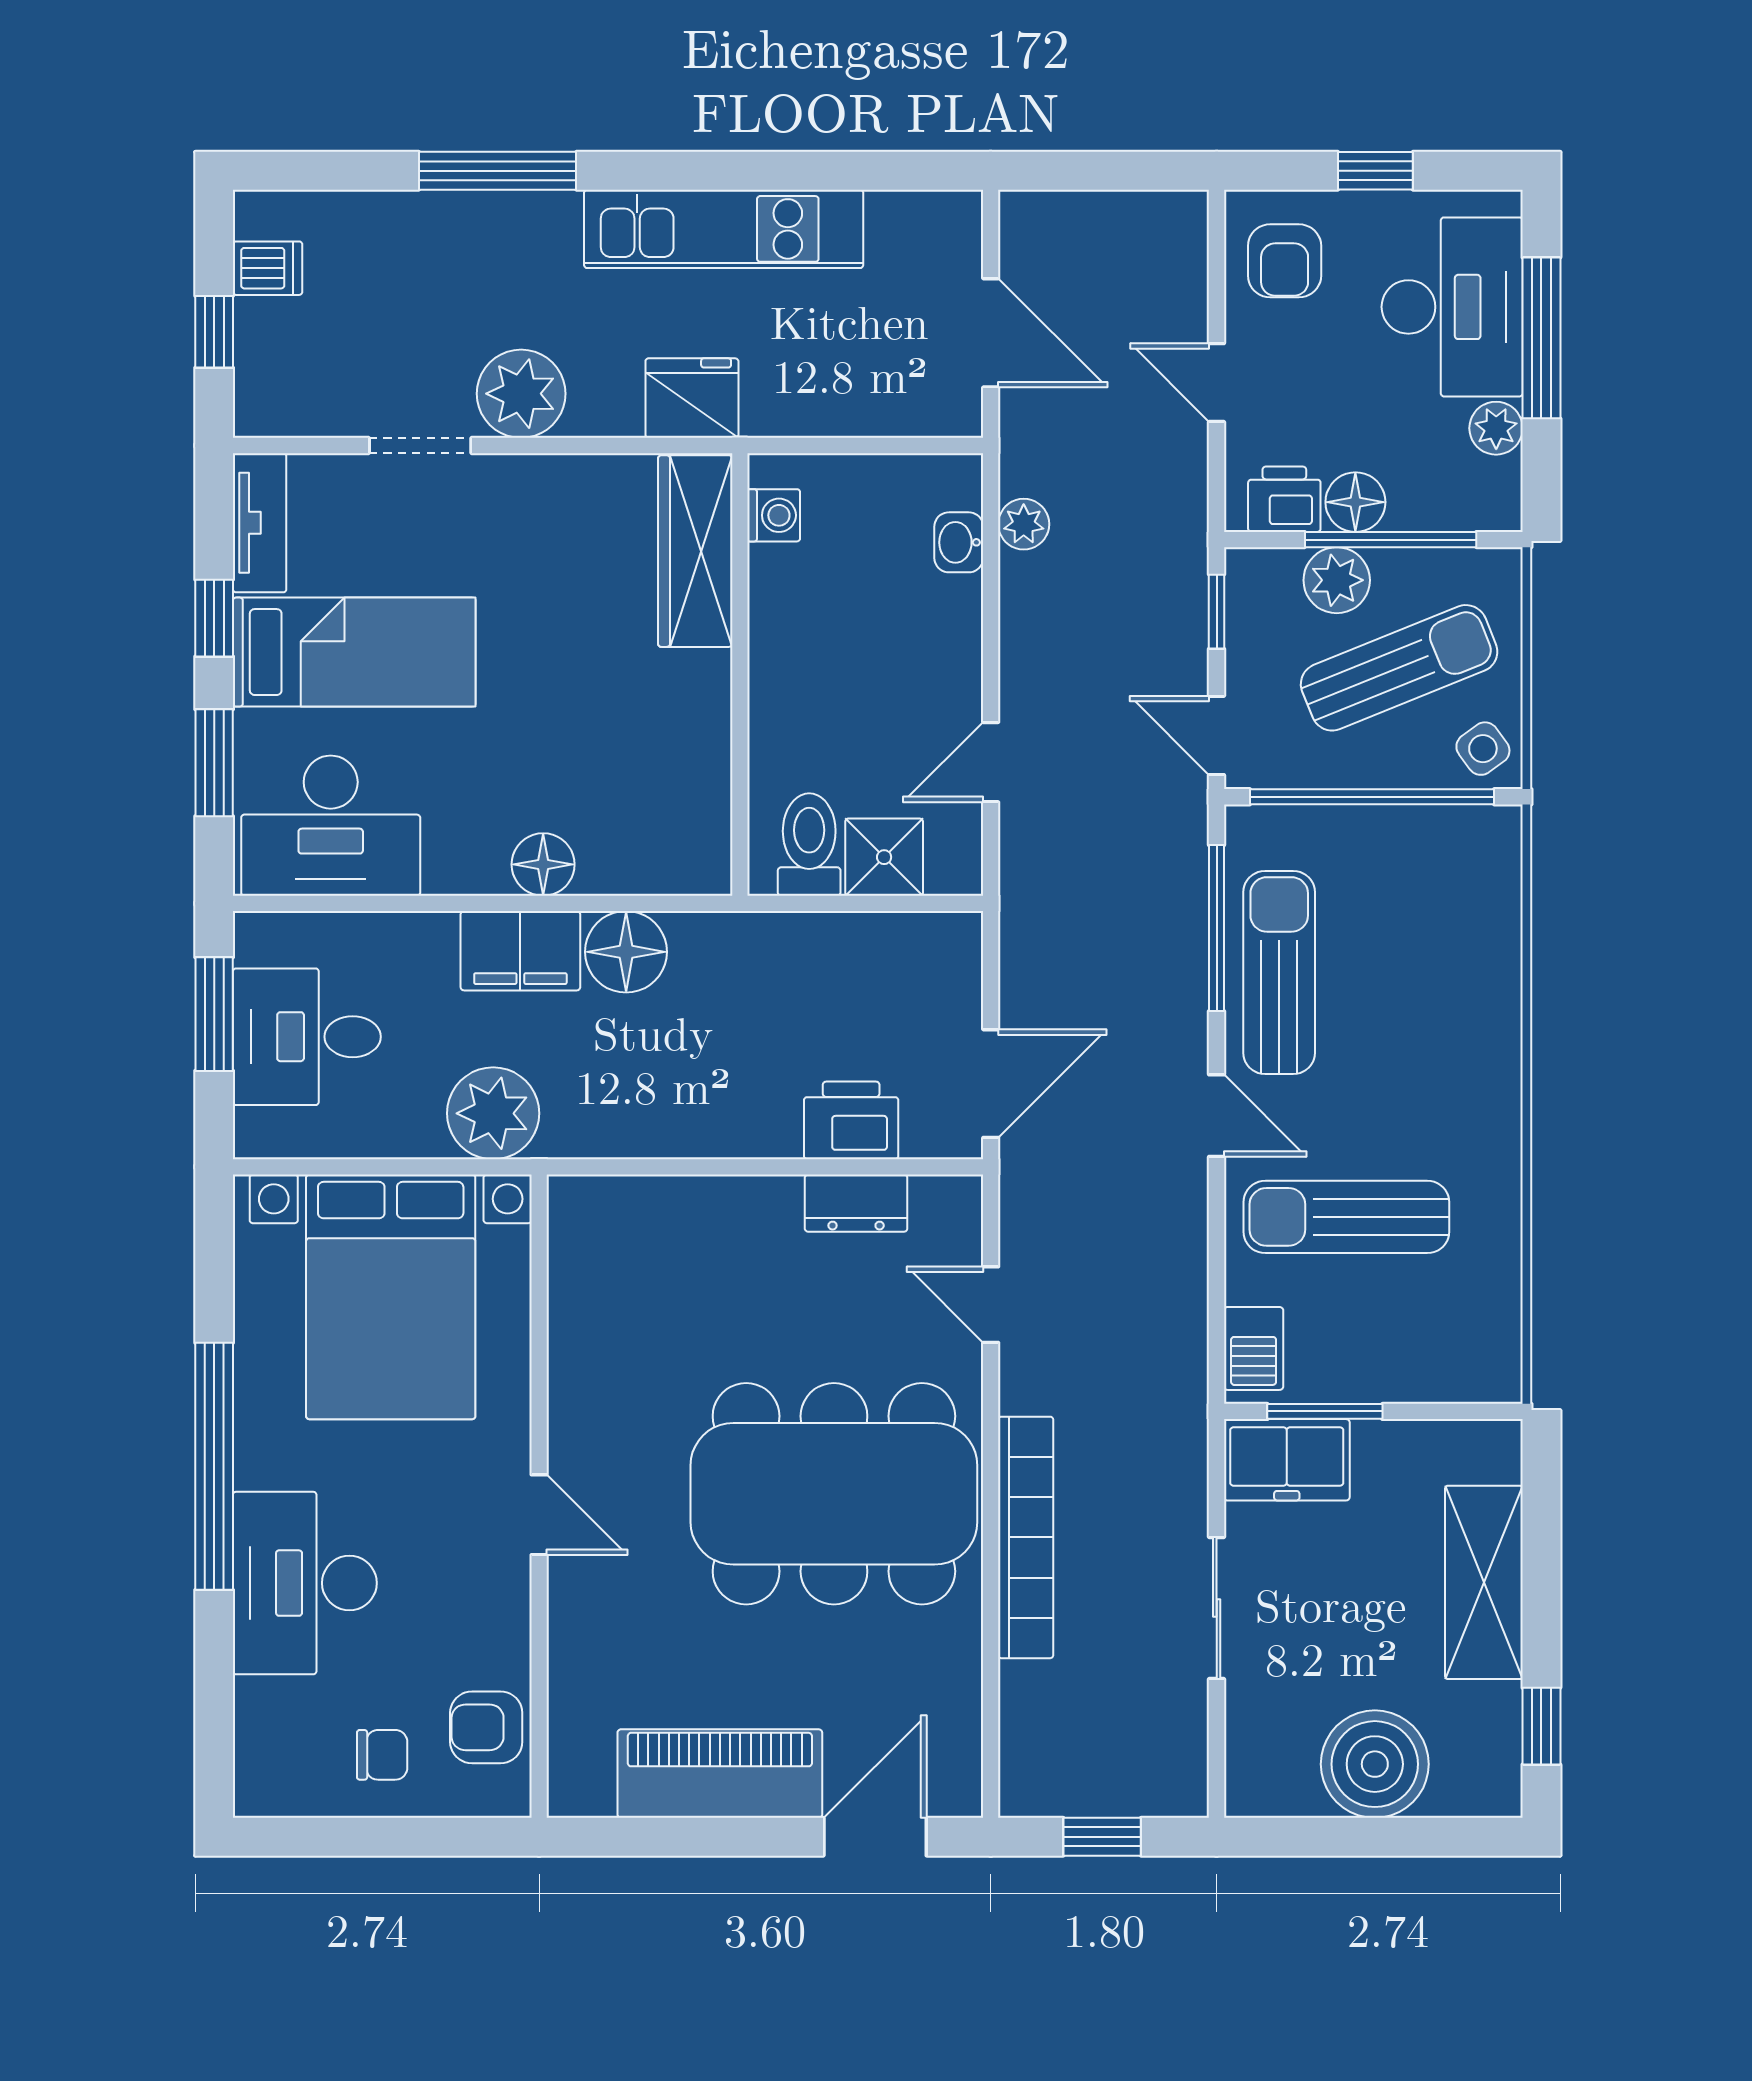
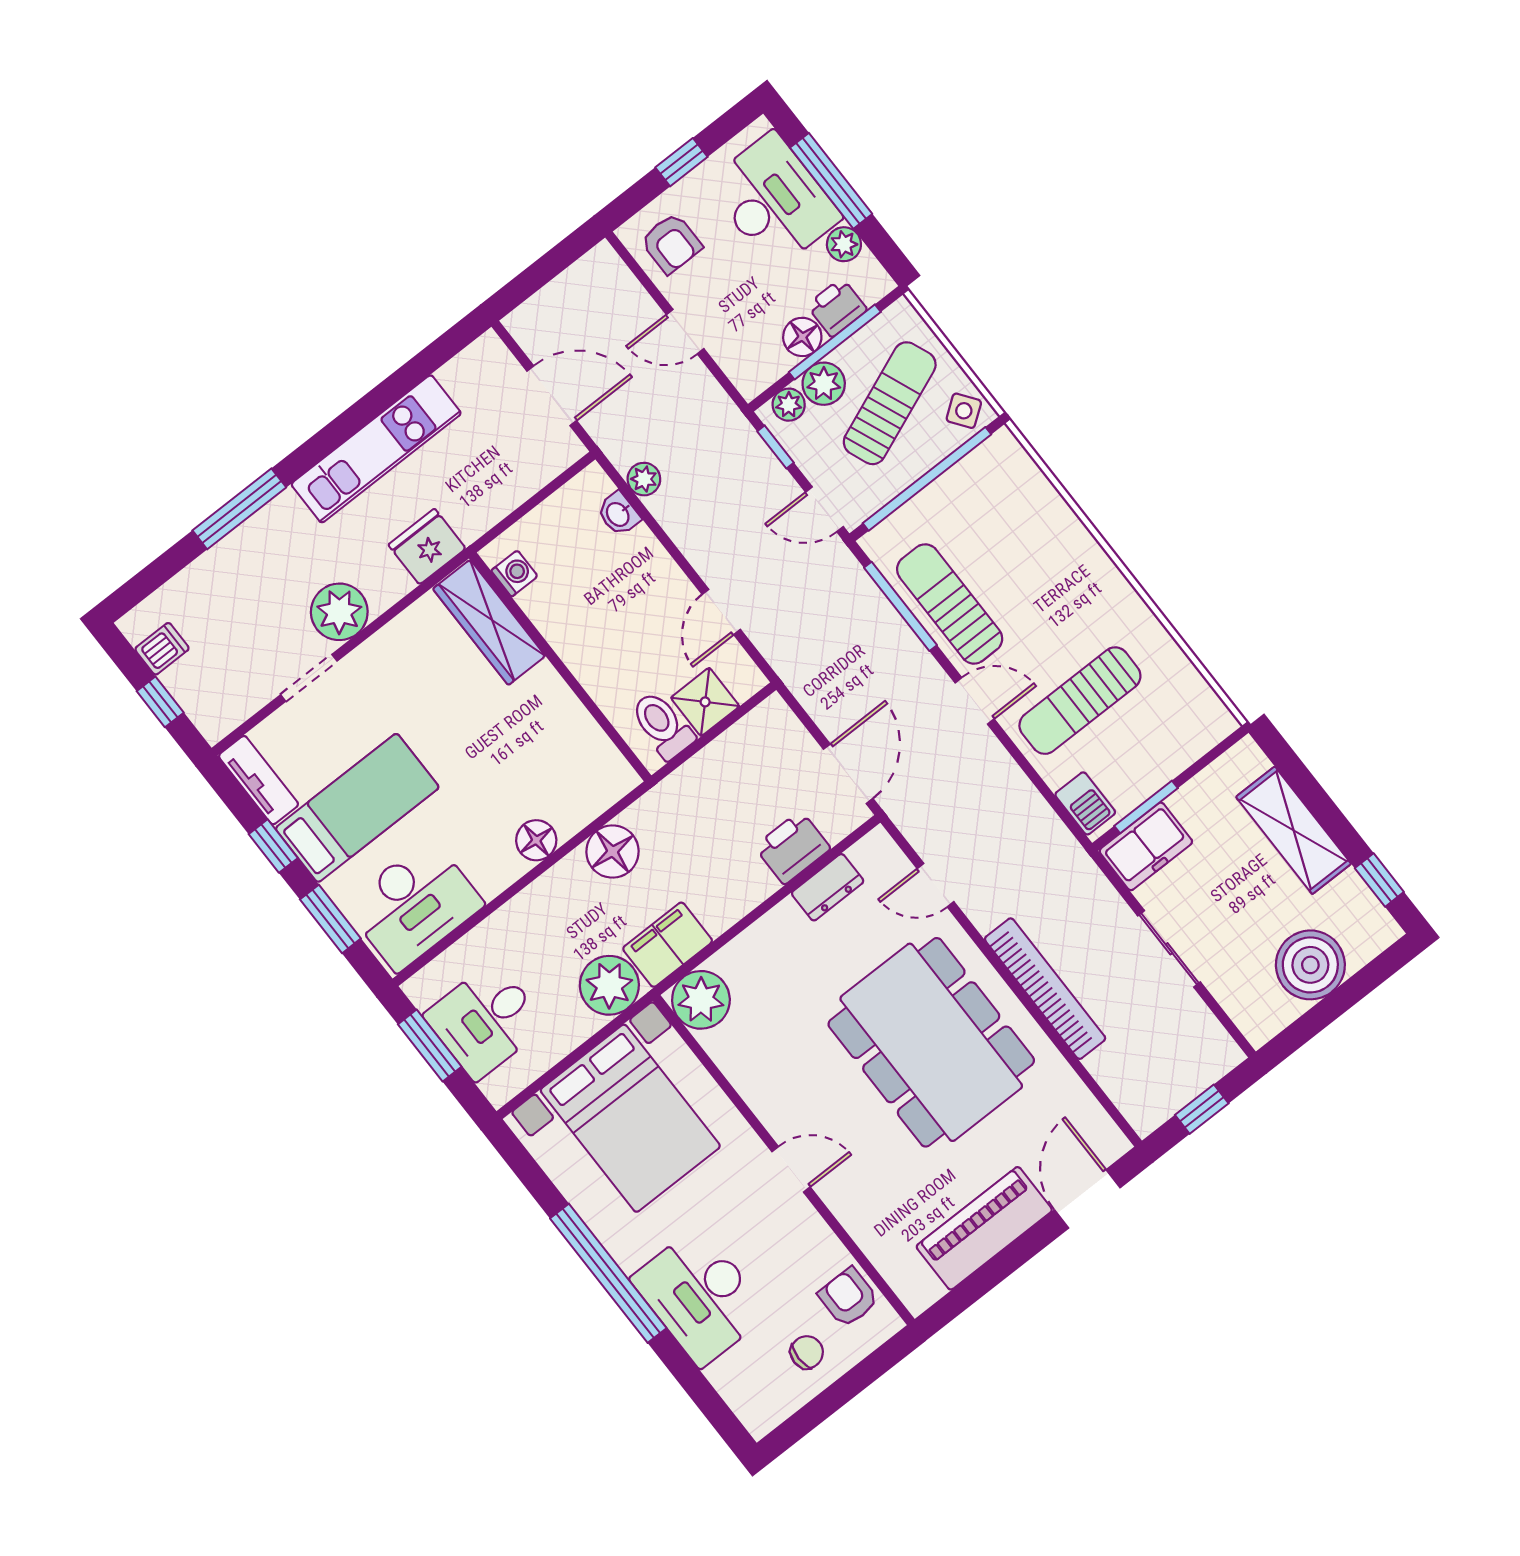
printer: (1284, 499) -> (837, 307), moved
plant: (1273, 572) -> (789, 405), added
filing cabinet: (520, 951) -> (668, 945), moved, turned 180
plant: (592, 1219) -> (701, 1000), added
dining table: (834, 1494) -> (931, 1042), turned 90
armchair: (486, 1727) -> (848, 1297), turned 90

